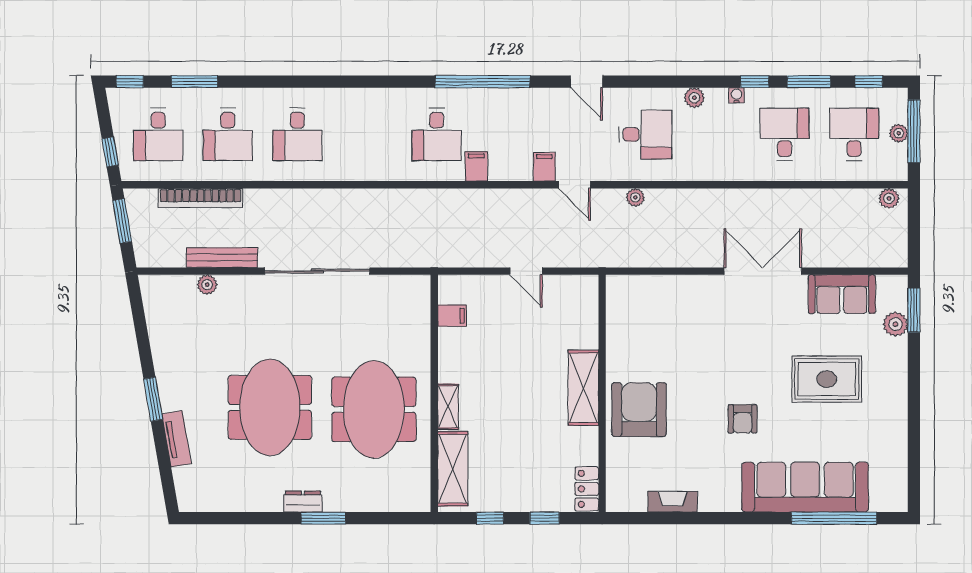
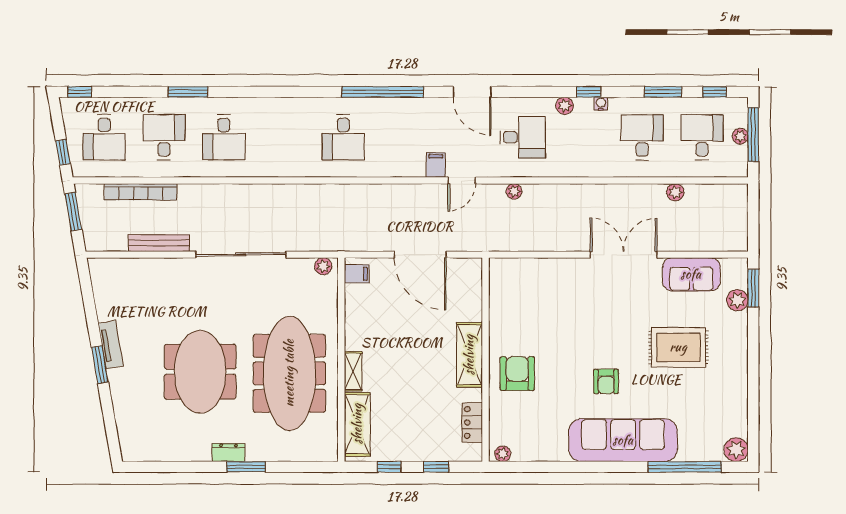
window: (195, 82) -> (188, 92), moved
door: (586, 82) -> (472, 92), width x1.38
window: (755, 82) -> (589, 92), moved
desk: (228, 134) -> (164, 137), turned 180
filing cabinet: (476, 166) -> (377, 165), removed
door: (574, 185) -> (462, 180), hinge flipped
plant: (889, 198) -> (675, 192), moved
door: (526, 271) -> (420, 255), width x1.88
plant: (207, 285) -> (323, 266), moved
filing cabinet: (452, 316) -> (357, 274), moved
meeting table: (374, 409) -> (289, 373), width x1.36
armchair: (639, 410) -> (517, 374), width x0.73, depth x0.73
tv unit: (177, 439) -> (111, 345), moved
sofa: (805, 487) -> (623, 440), moved
locker: (587, 489) -> (472, 422), moved
plant: (894, 498) -> (736, 450), added
fireplace: (673, 502) -> (546, 453), removed
plant: (622, 503) -> (503, 454), added

